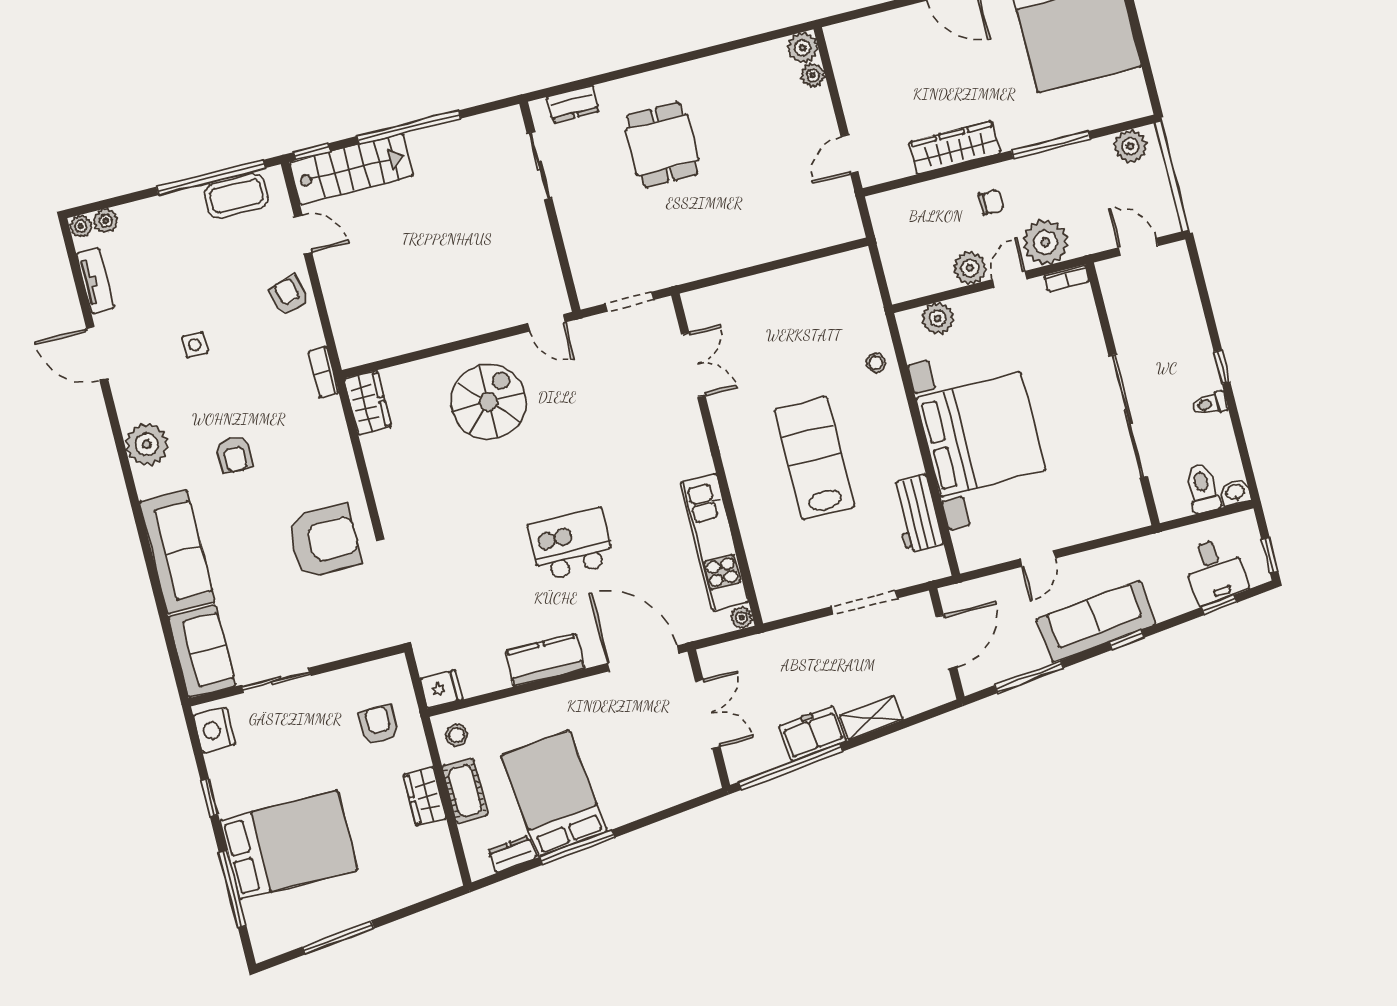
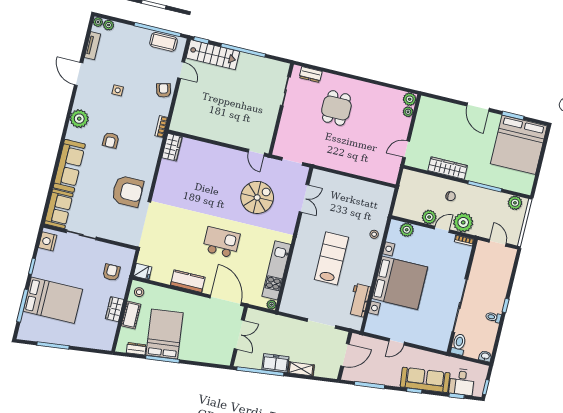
spiral stairs: (489, 402) -> (257, 197), moved
toilet: (1203, 488) -> (459, 344), moved
sofa: (1096, 622) -> (425, 380), moved

